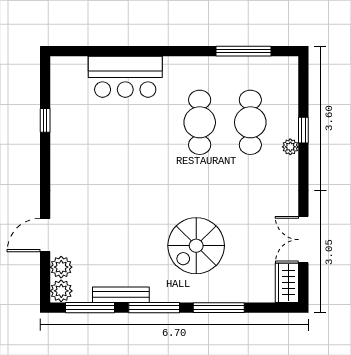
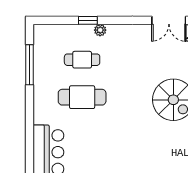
cafe table: (250, 122) -> (82, 60), width x0.73, depth x0.74

